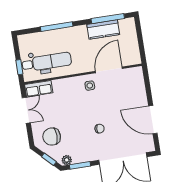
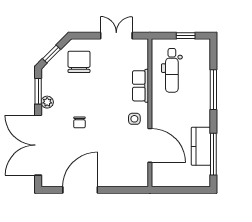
dental chair: (47, 62) -> (172, 70), width x0.73, depth x0.72
window: (19, 67) -> (186, 36), moved
row of seats: (39, 89) -> (141, 86), moved
double door: (26, 110) -> (116, 36), swing flipped
plant: (67, 160) -> (47, 102), moved

